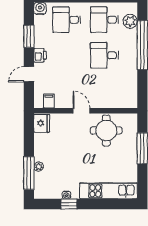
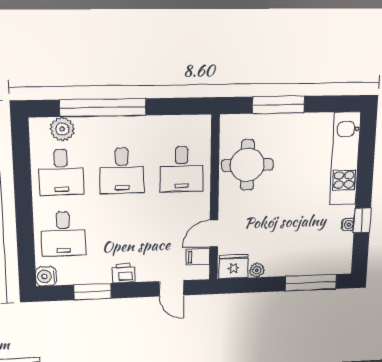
door: (29, 74) -> (172, 288), moved
desk: (105, 91) -> (182, 169), added
door: (81, 111) -> (214, 233), moved
plant: (39, 167) -> (257, 270), moved

